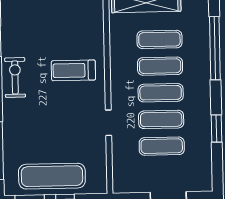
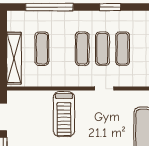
exercise mat: (160, 66) -> (62, 49), removed
treadmill: (73, 70) -> (64, 114), width x1.37, depth x1.38

